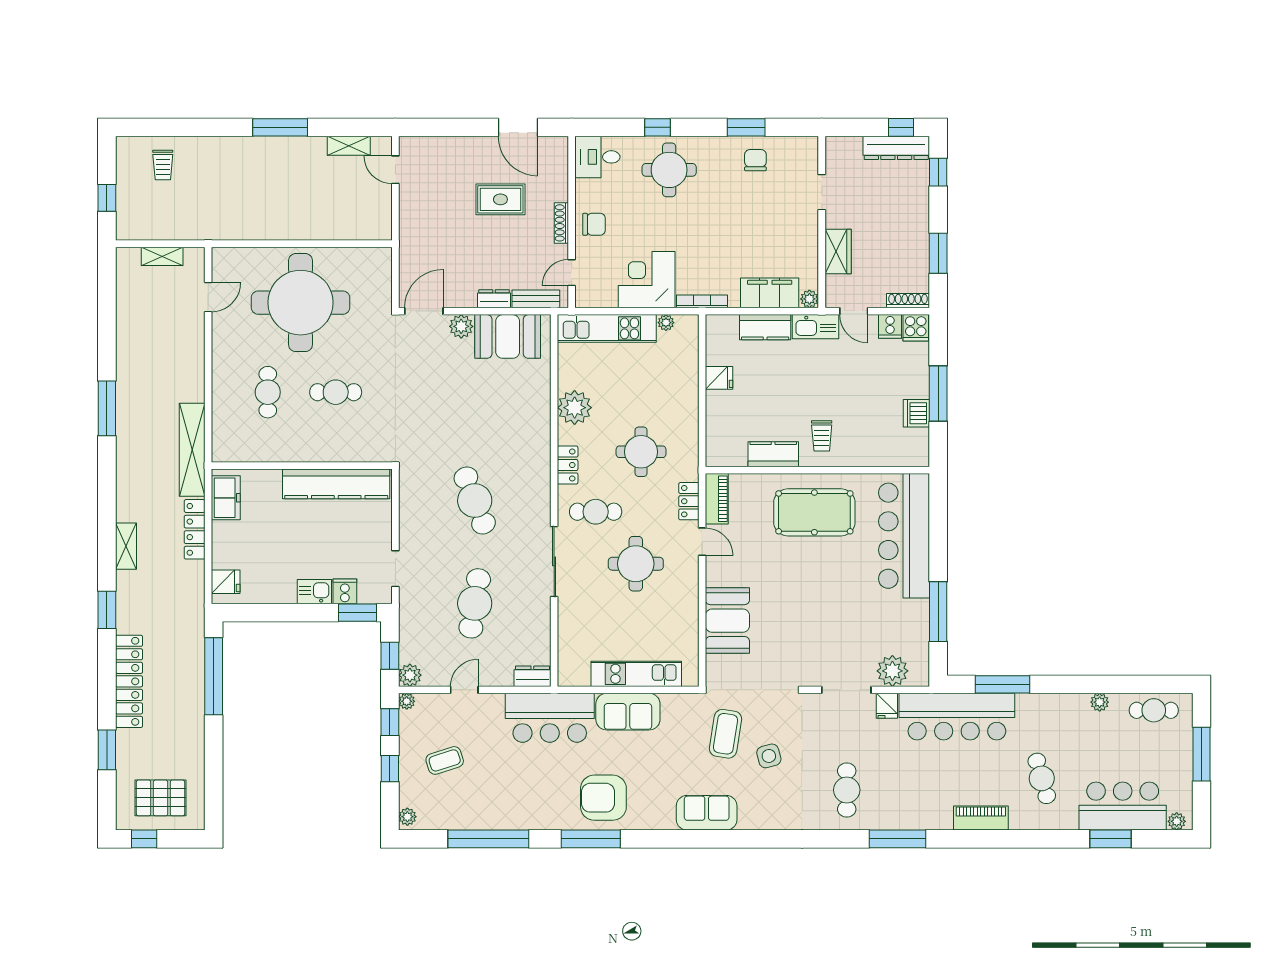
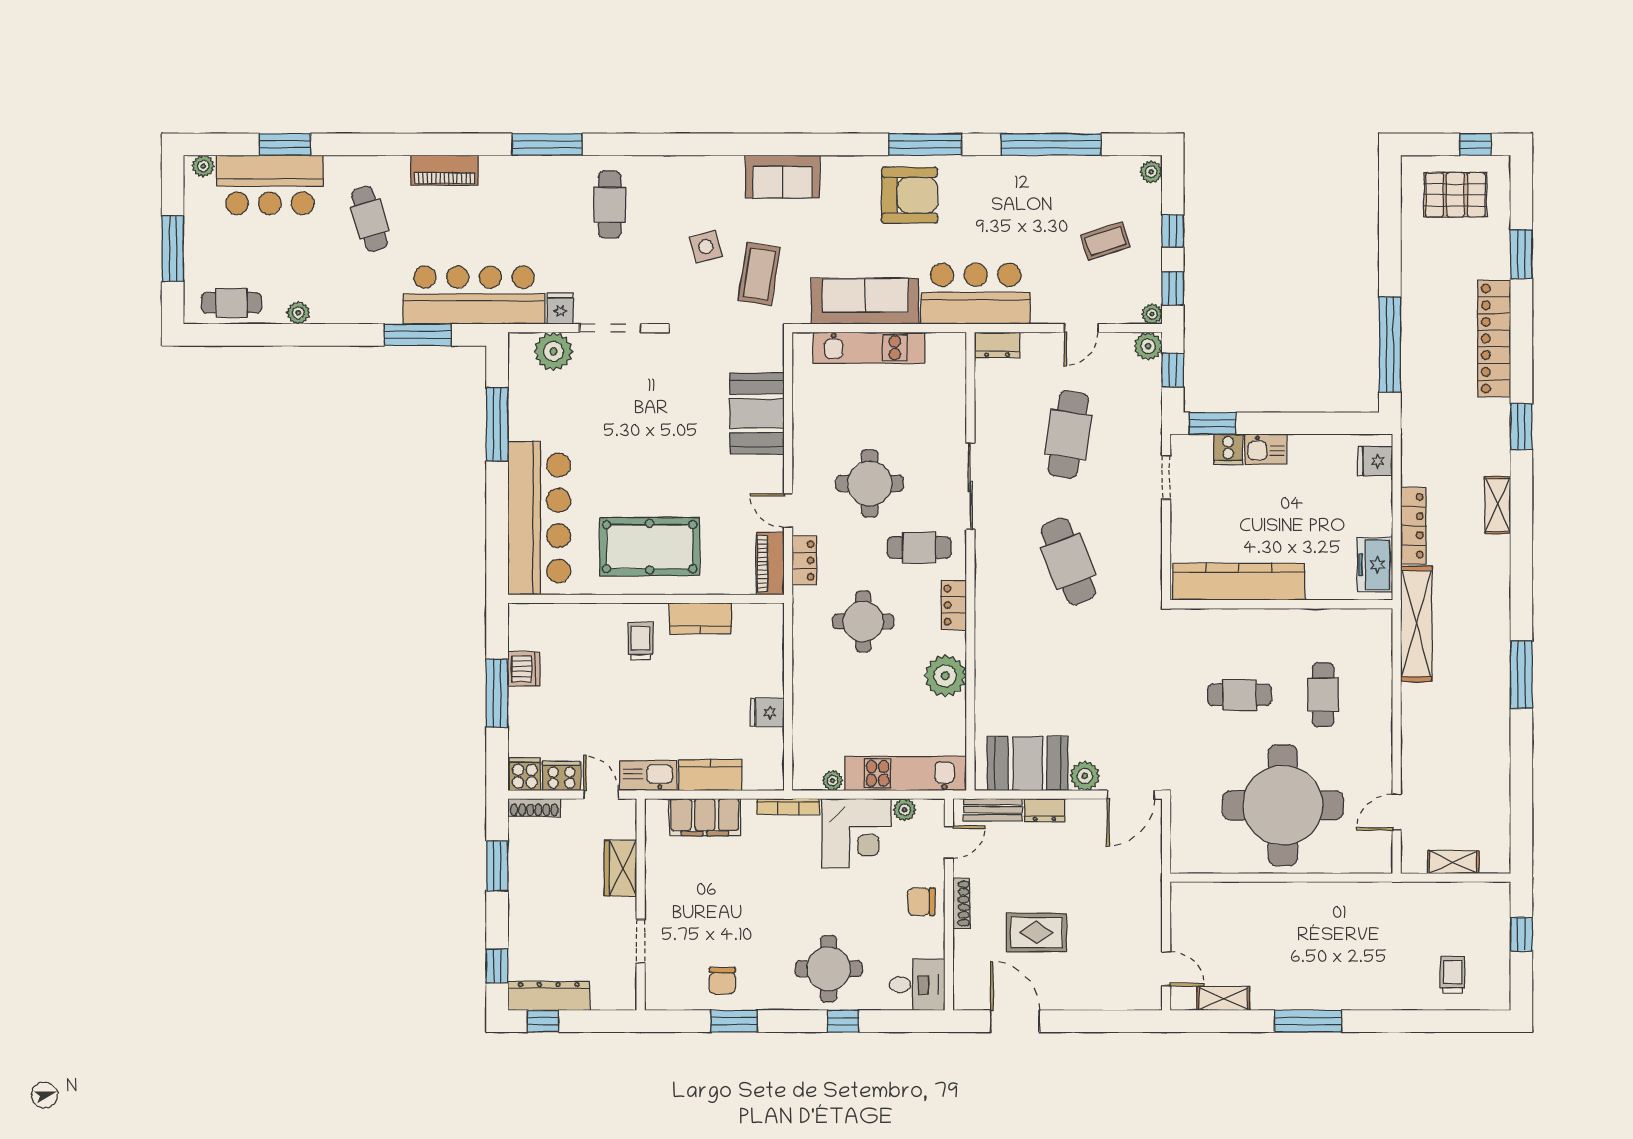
plant: (809, 299) -> (905, 810), moved
cooker: (890, 326) -> (561, 776), width x1.36
sofa: (628, 712) -> (865, 301), width x1.36

